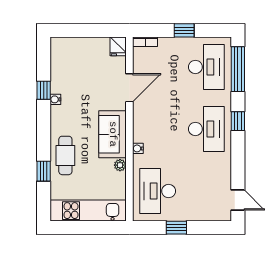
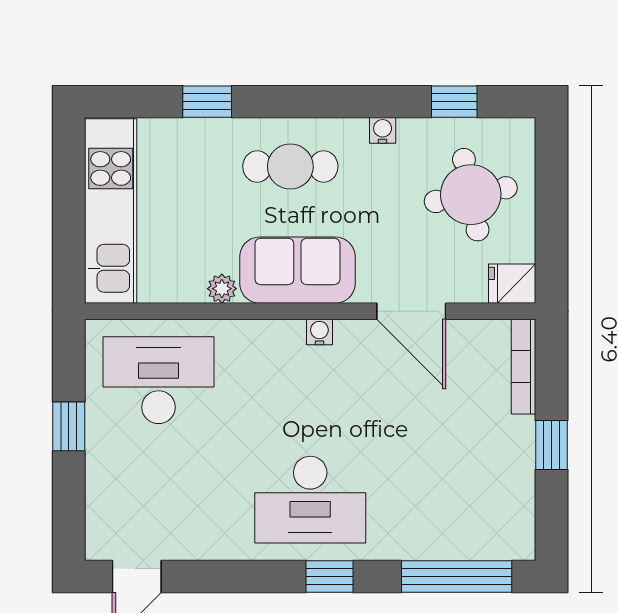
bookcase: (145, 42) -> (524, 367), width x1.56
round table: (82, 63) -> (471, 195), added
desk: (206, 67) -> (462, 500), removed
window: (44, 90) -> (454, 102), moved
water cooler: (138, 148) -> (319, 332), moved
cafe table: (65, 155) -> (290, 166), moved

